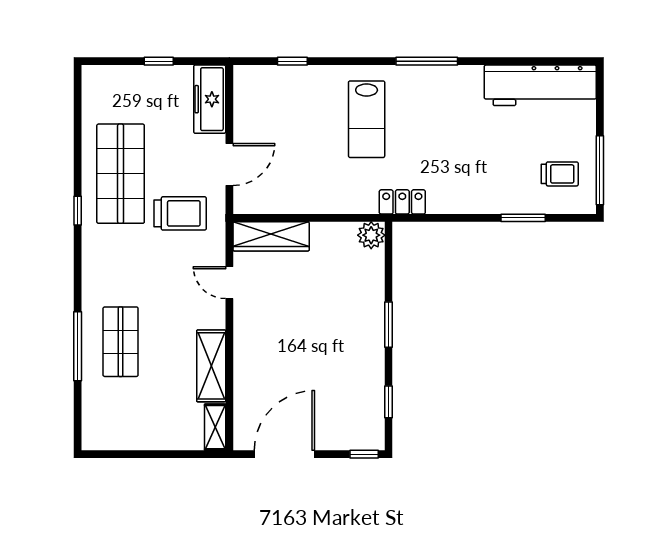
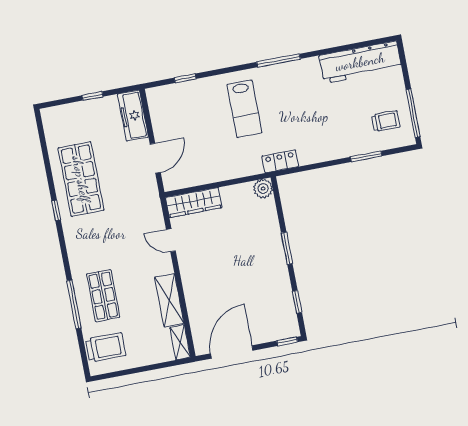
trolley: (180, 213) -> (106, 347), moved

